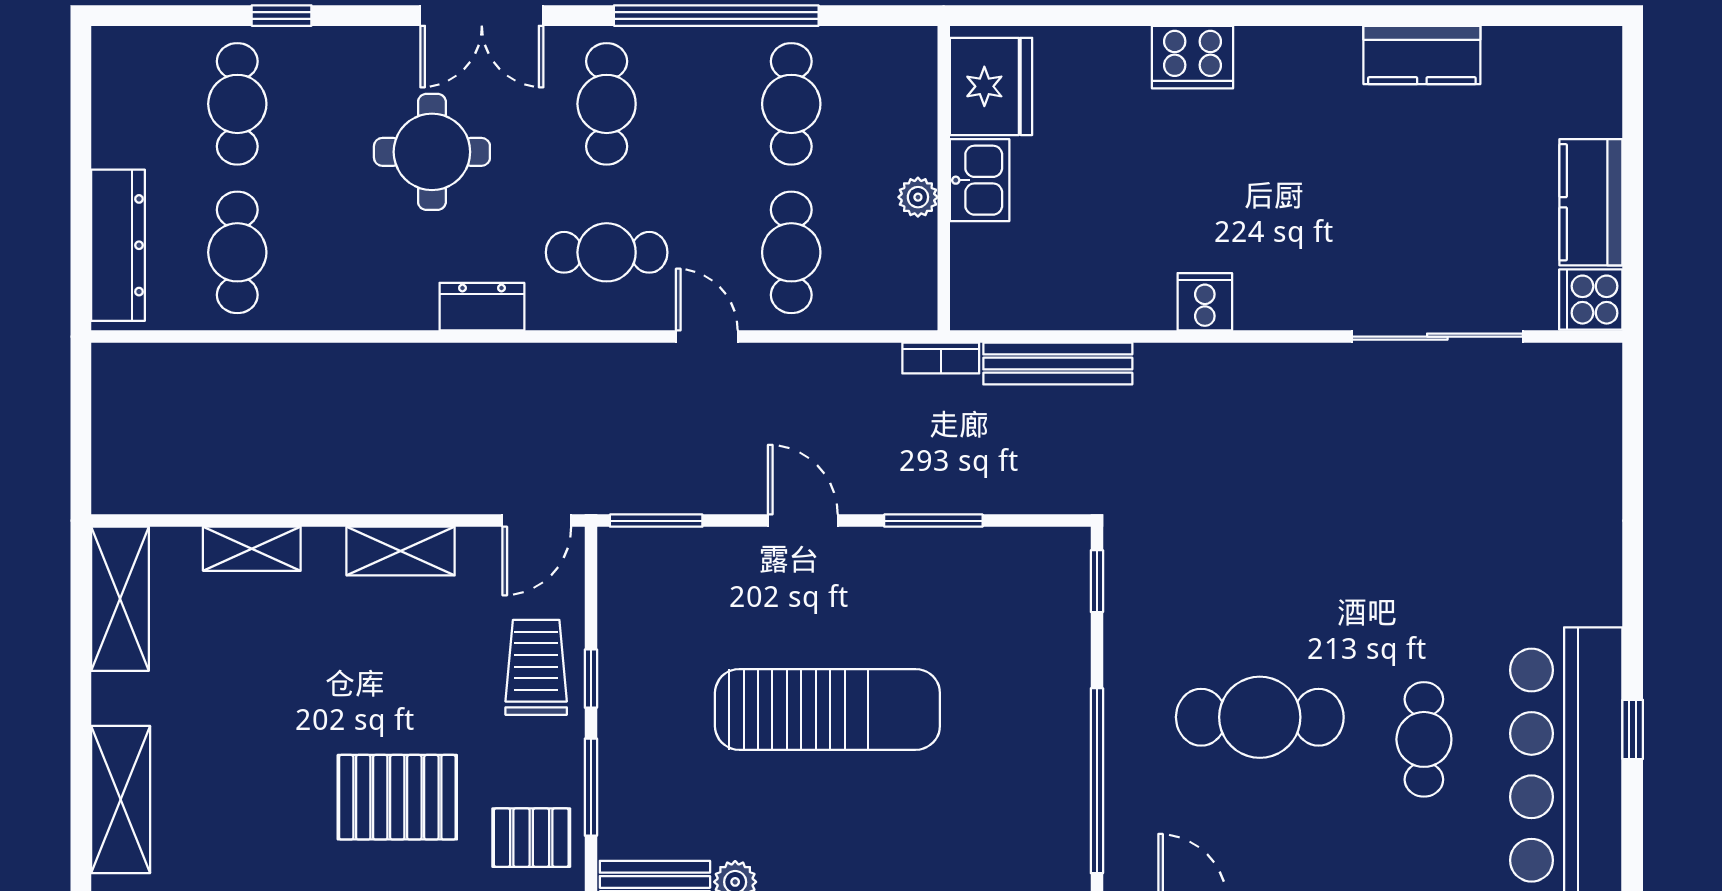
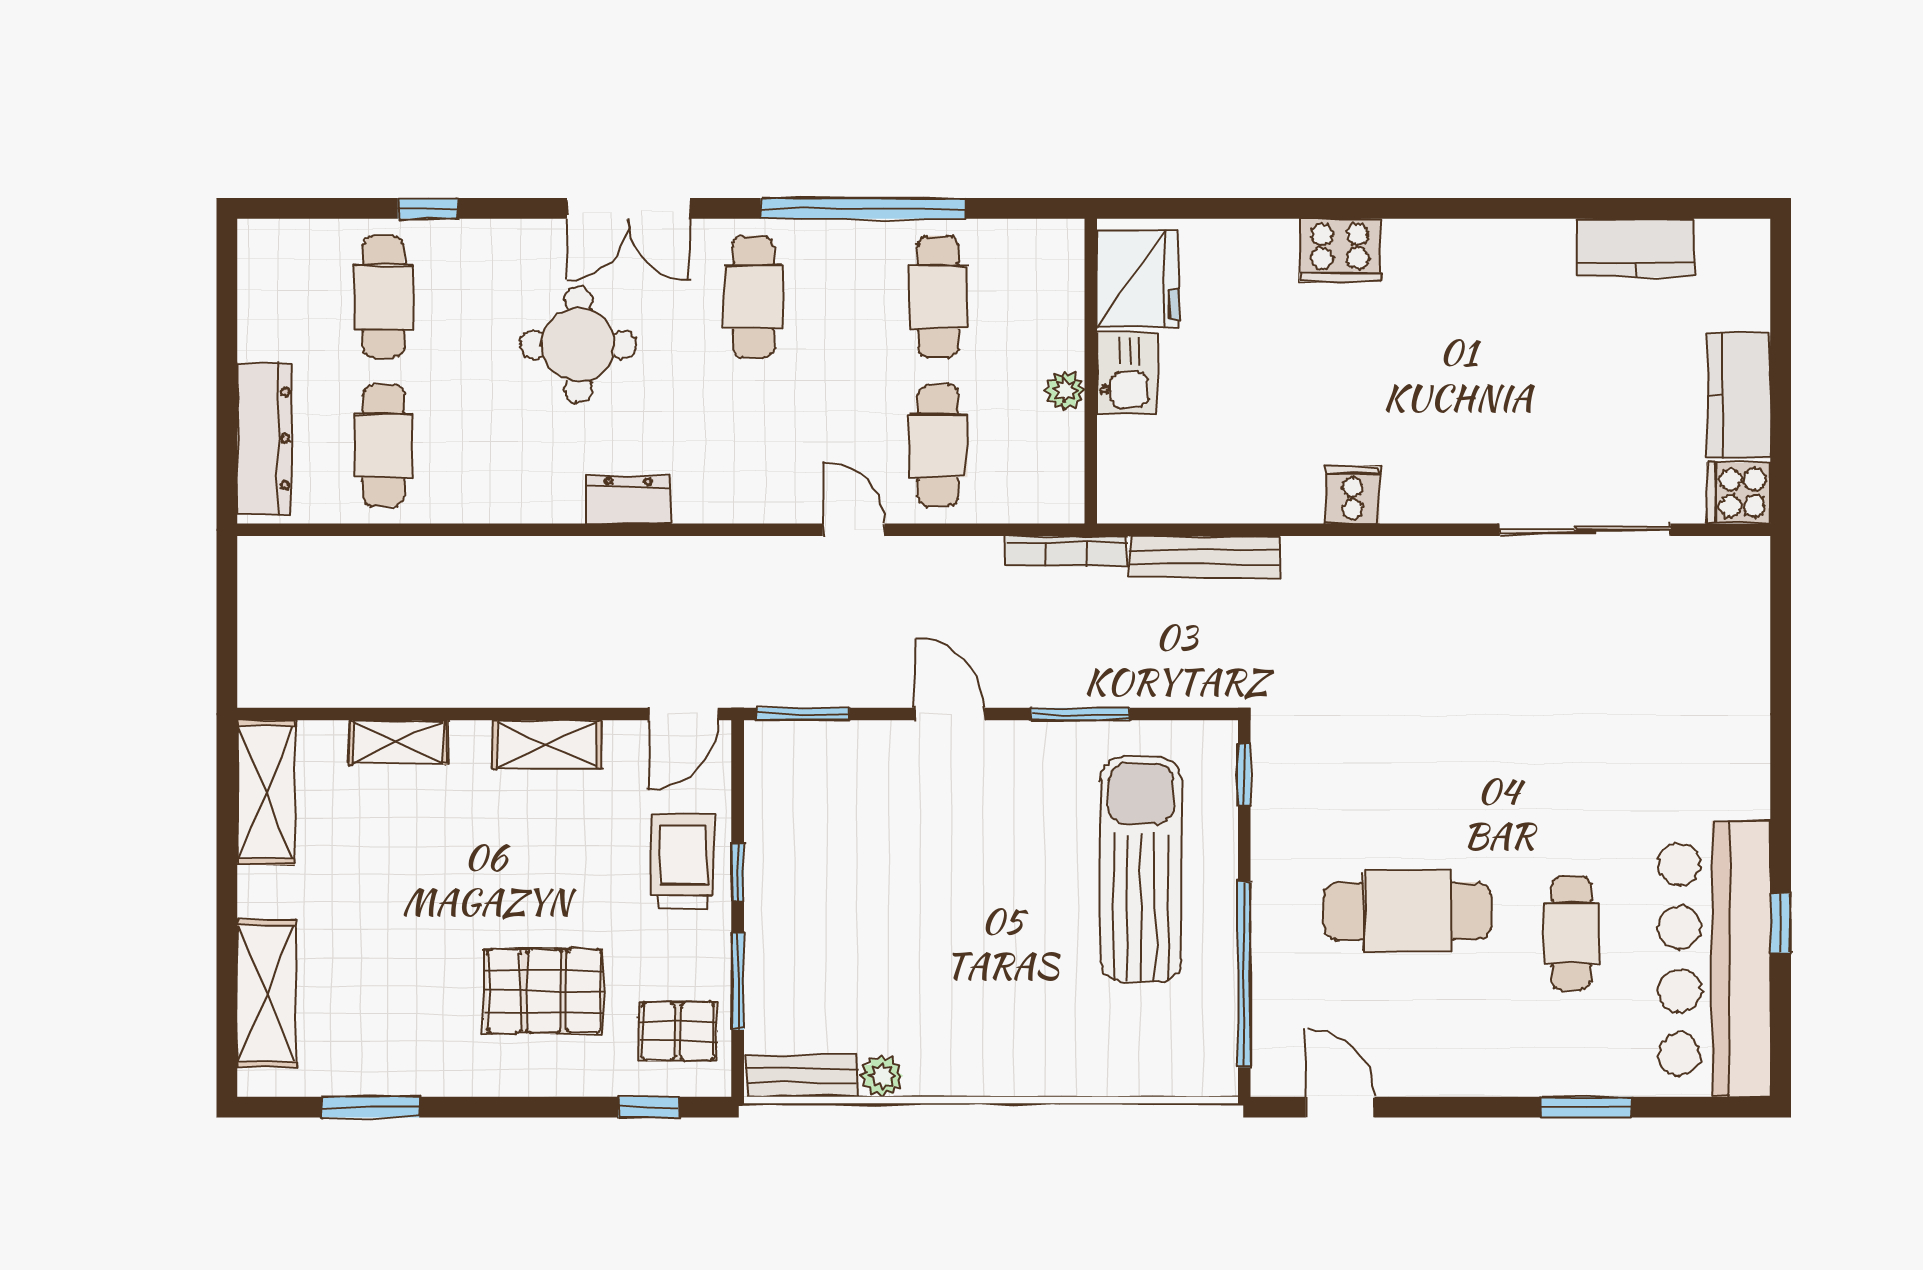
kitchen counter: (1422, 55) -> (1636, 248), moved
cafe table: (607, 252) -> (753, 446), removed
bookcase: (941, 358) -> (1066, 551), width x1.56
sun lounger: (827, 709) -> (1141, 869), moved, turned -90

